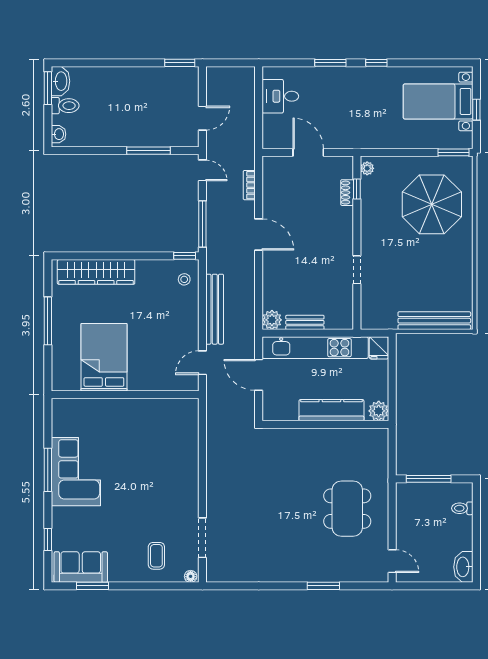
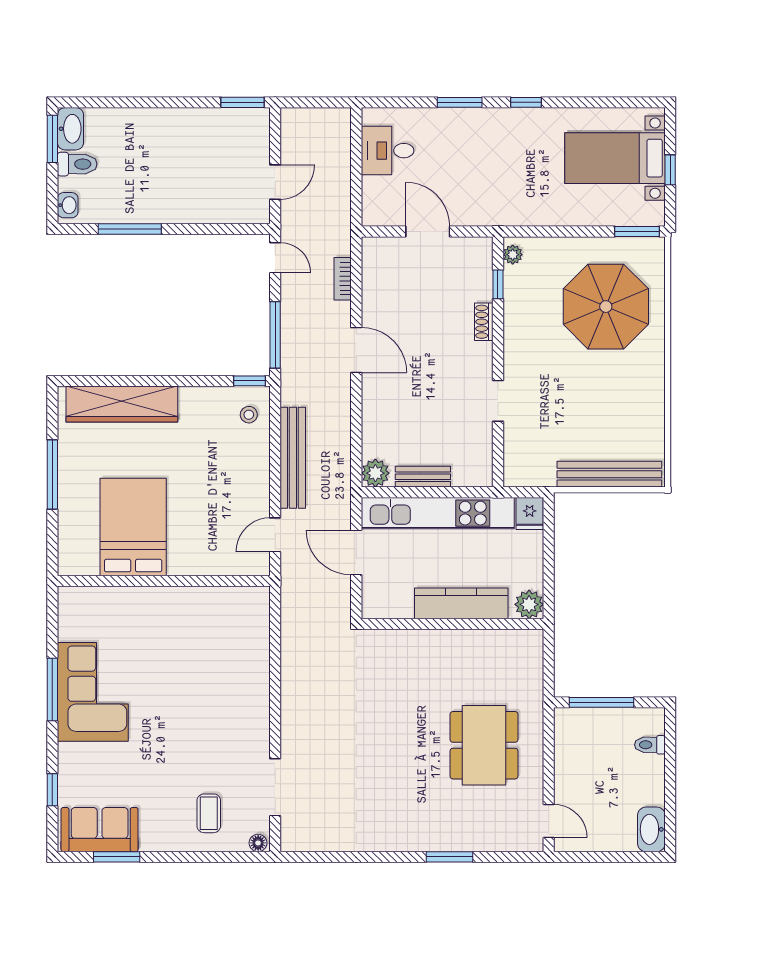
window: (149, 151) -> (130, 229), moved
shoe rack: (347, 193) -> (484, 322), moved

